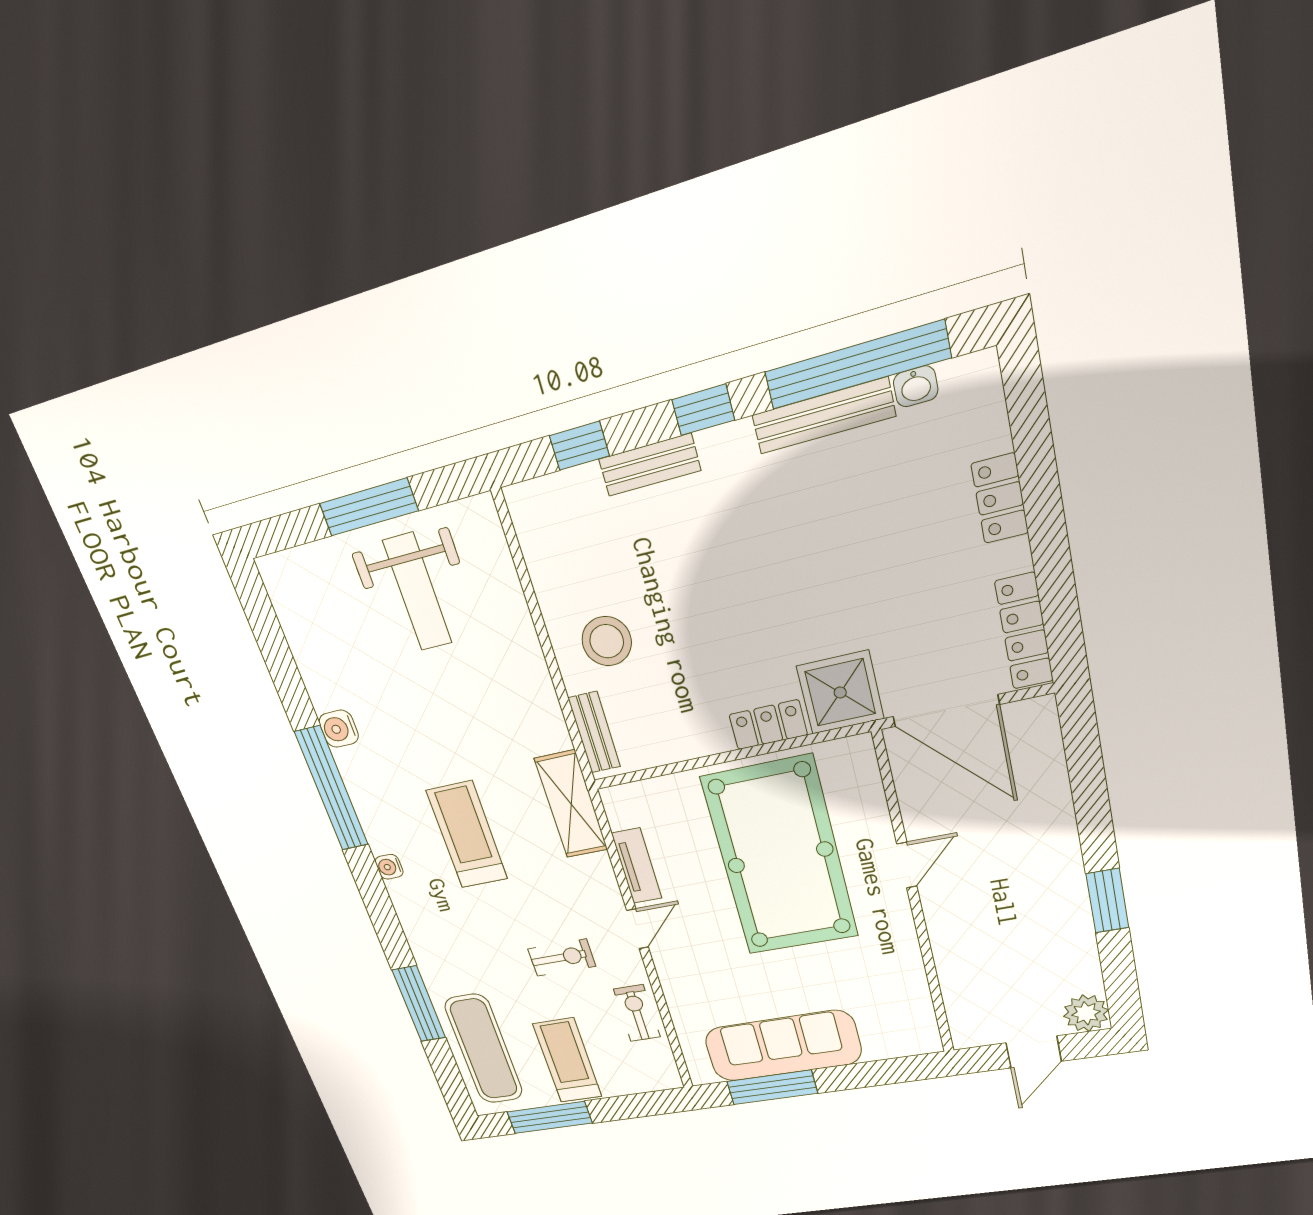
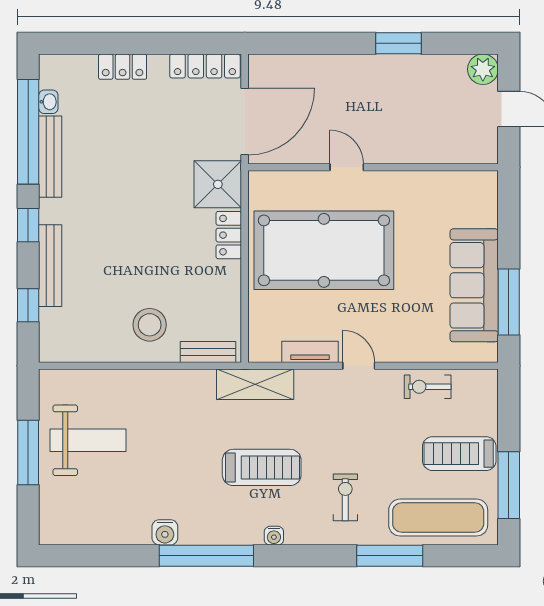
bench: (650, 465) -> (50, 266), width x1.36
treadmill: (467, 835) -> (262, 467), turned 180
exercise bike: (562, 958) -> (345, 497), moved

